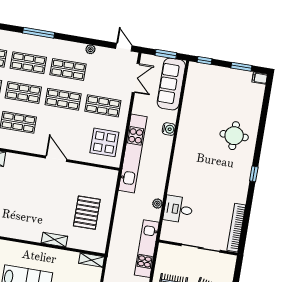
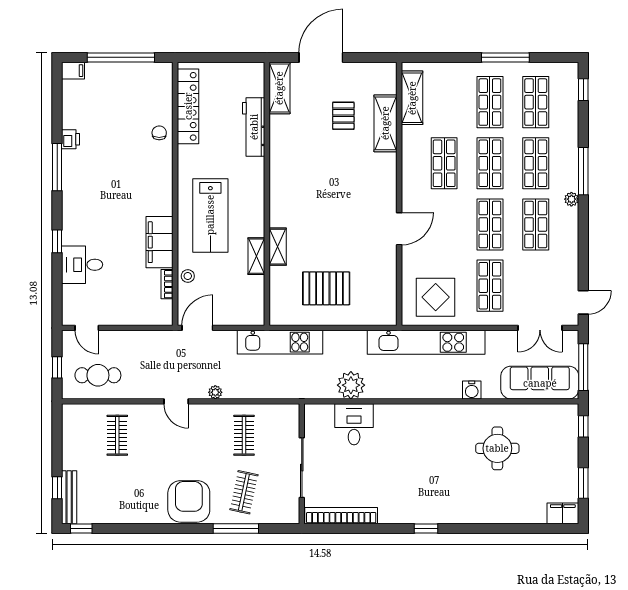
plant: (90, 49) -> (571, 199), moved
window: (166, 54) -> (583, 367), width x1.44
filing cabinet: (260, 78) -> (563, 513), width x2.00
round table: (234, 136) -> (497, 448), moved
plant: (157, 204) -> (351, 385), width x1.87, depth x1.87
kitchen unit: (147, 249) -> (280, 342), moved, turned 180
shelving: (92, 260) -> (256, 256), moved

